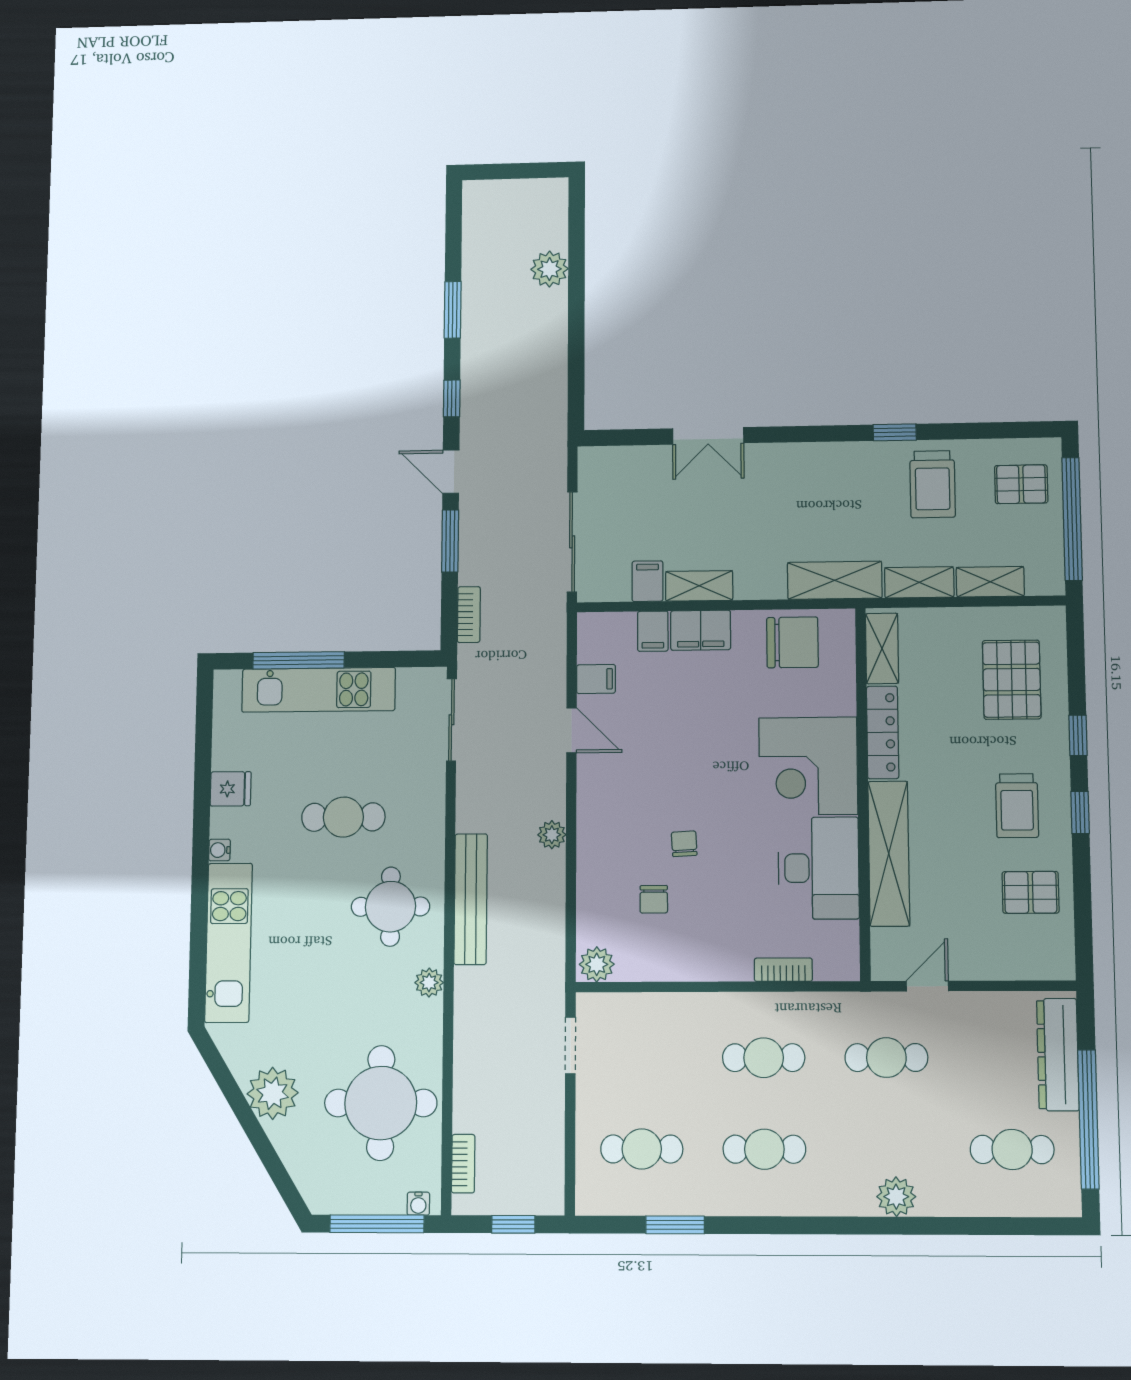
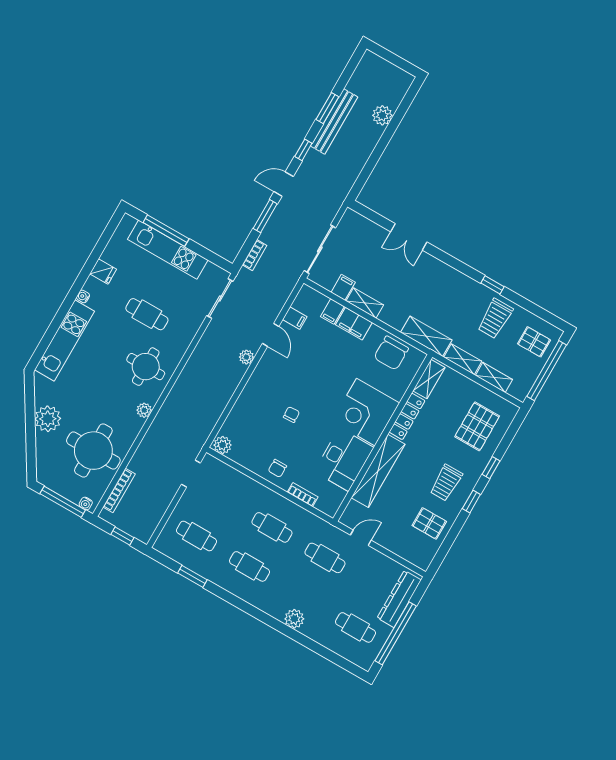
door: (451, 472) -> (284, 184), hinge flipped
chair: (792, 642) -> (391, 353), turned 90
plant: (552, 835) -> (246, 357), moved
bench: (471, 899) -> (334, 121), moved
chair: (654, 899) -> (277, 468), moved
bookcase: (463, 1164) -> (119, 491), width x1.56

